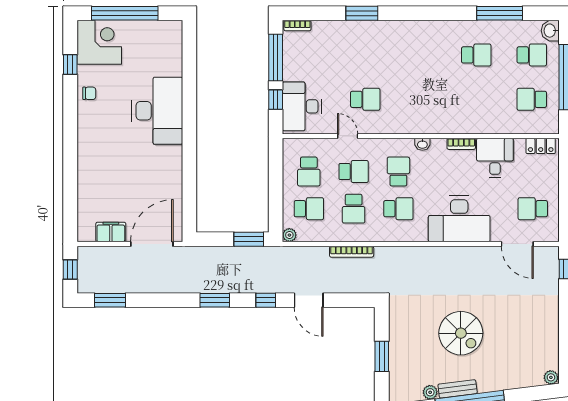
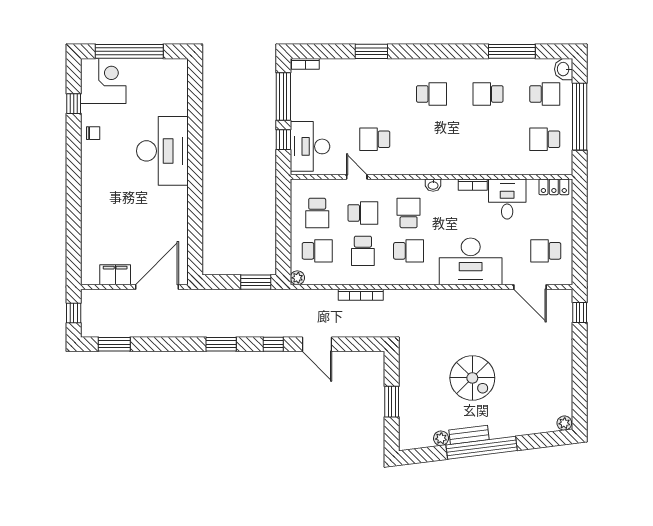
school desk: (421, 55) -> (431, 94), added
school desk: (476, 55) -> (488, 94), turned 180
school desk: (365, 99) -> (375, 139), turned 180

